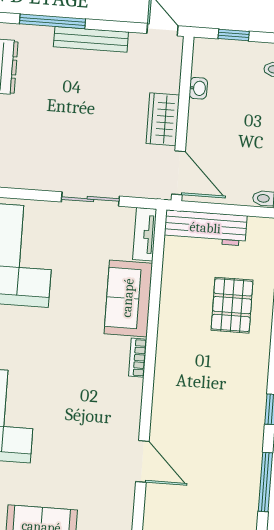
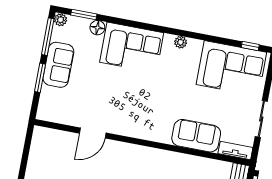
bookcase: (138, 358) -> (158, 137), removed

